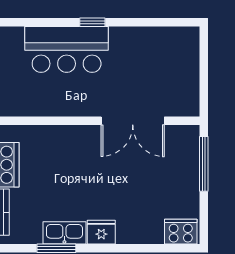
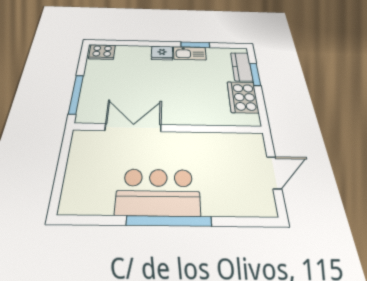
window: (92, 22) -> (169, 221), width x3.17
bar counter: (67, 49) -> (158, 192), moved

